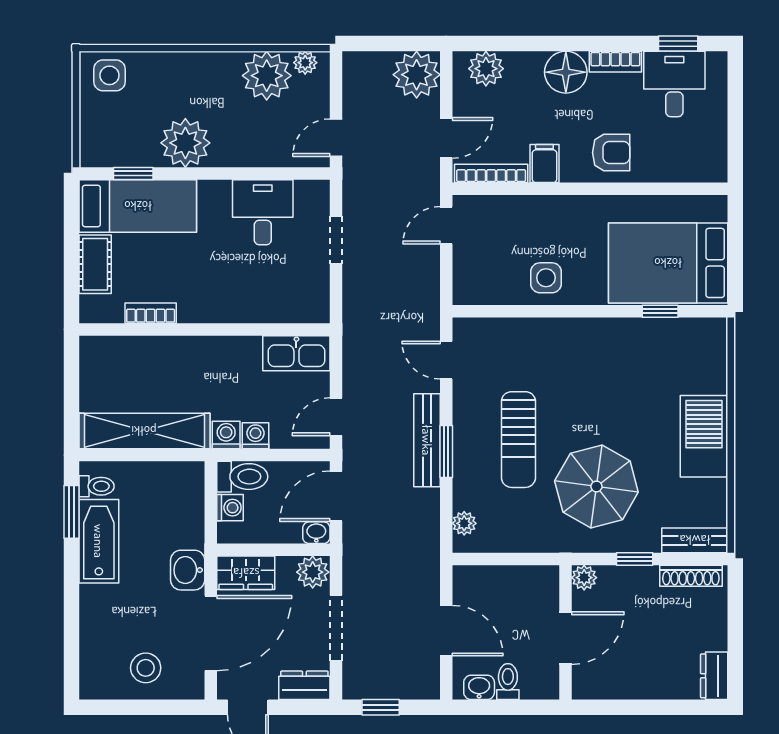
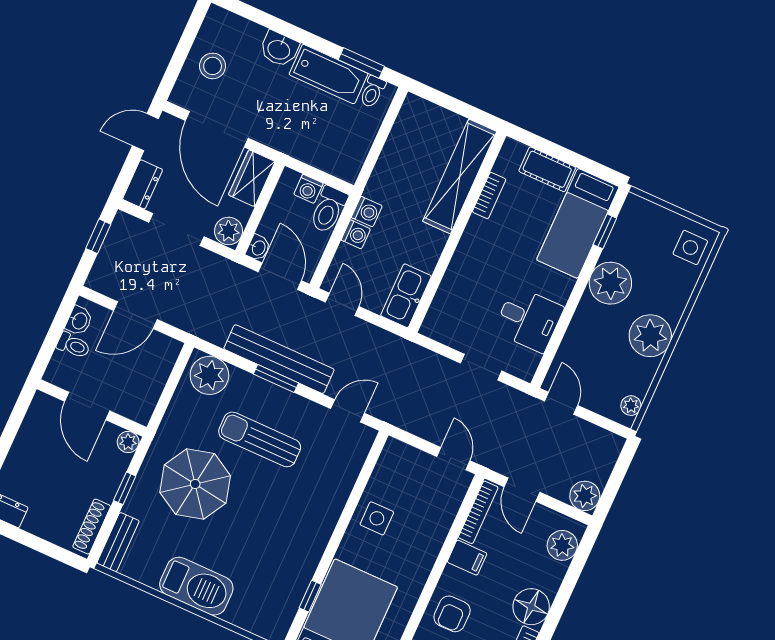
plant: (417, 75) -> (585, 496), width x0.73, depth x0.73
plant: (267, 76) -> (650, 336), moved
shelving: (144, 431) -> (460, 176), moved
bench: (427, 440) -> (279, 359), width x1.37, depth x1.21
plant: (464, 523) -> (209, 375), width x1.87, depth x1.87
washbasin: (188, 570) -> (279, 49), moved, turned 180

